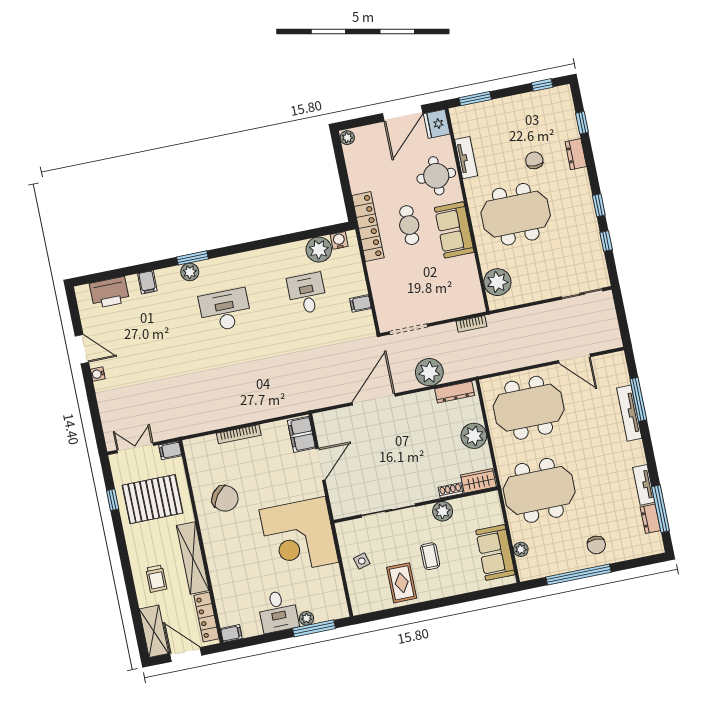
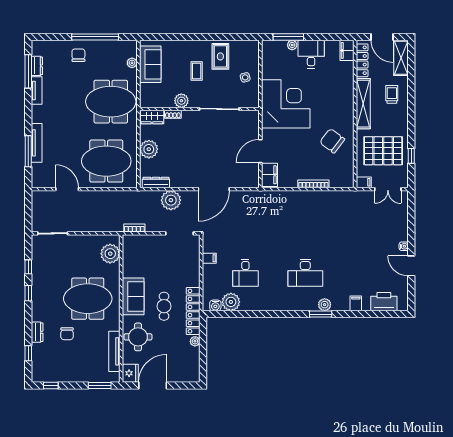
plant: (347, 138) -> (195, 341), moved
tv unit: (466, 158) -> (114, 351), width x1.41
filing cabinet: (231, 633) -> (347, 50), width x2.00

